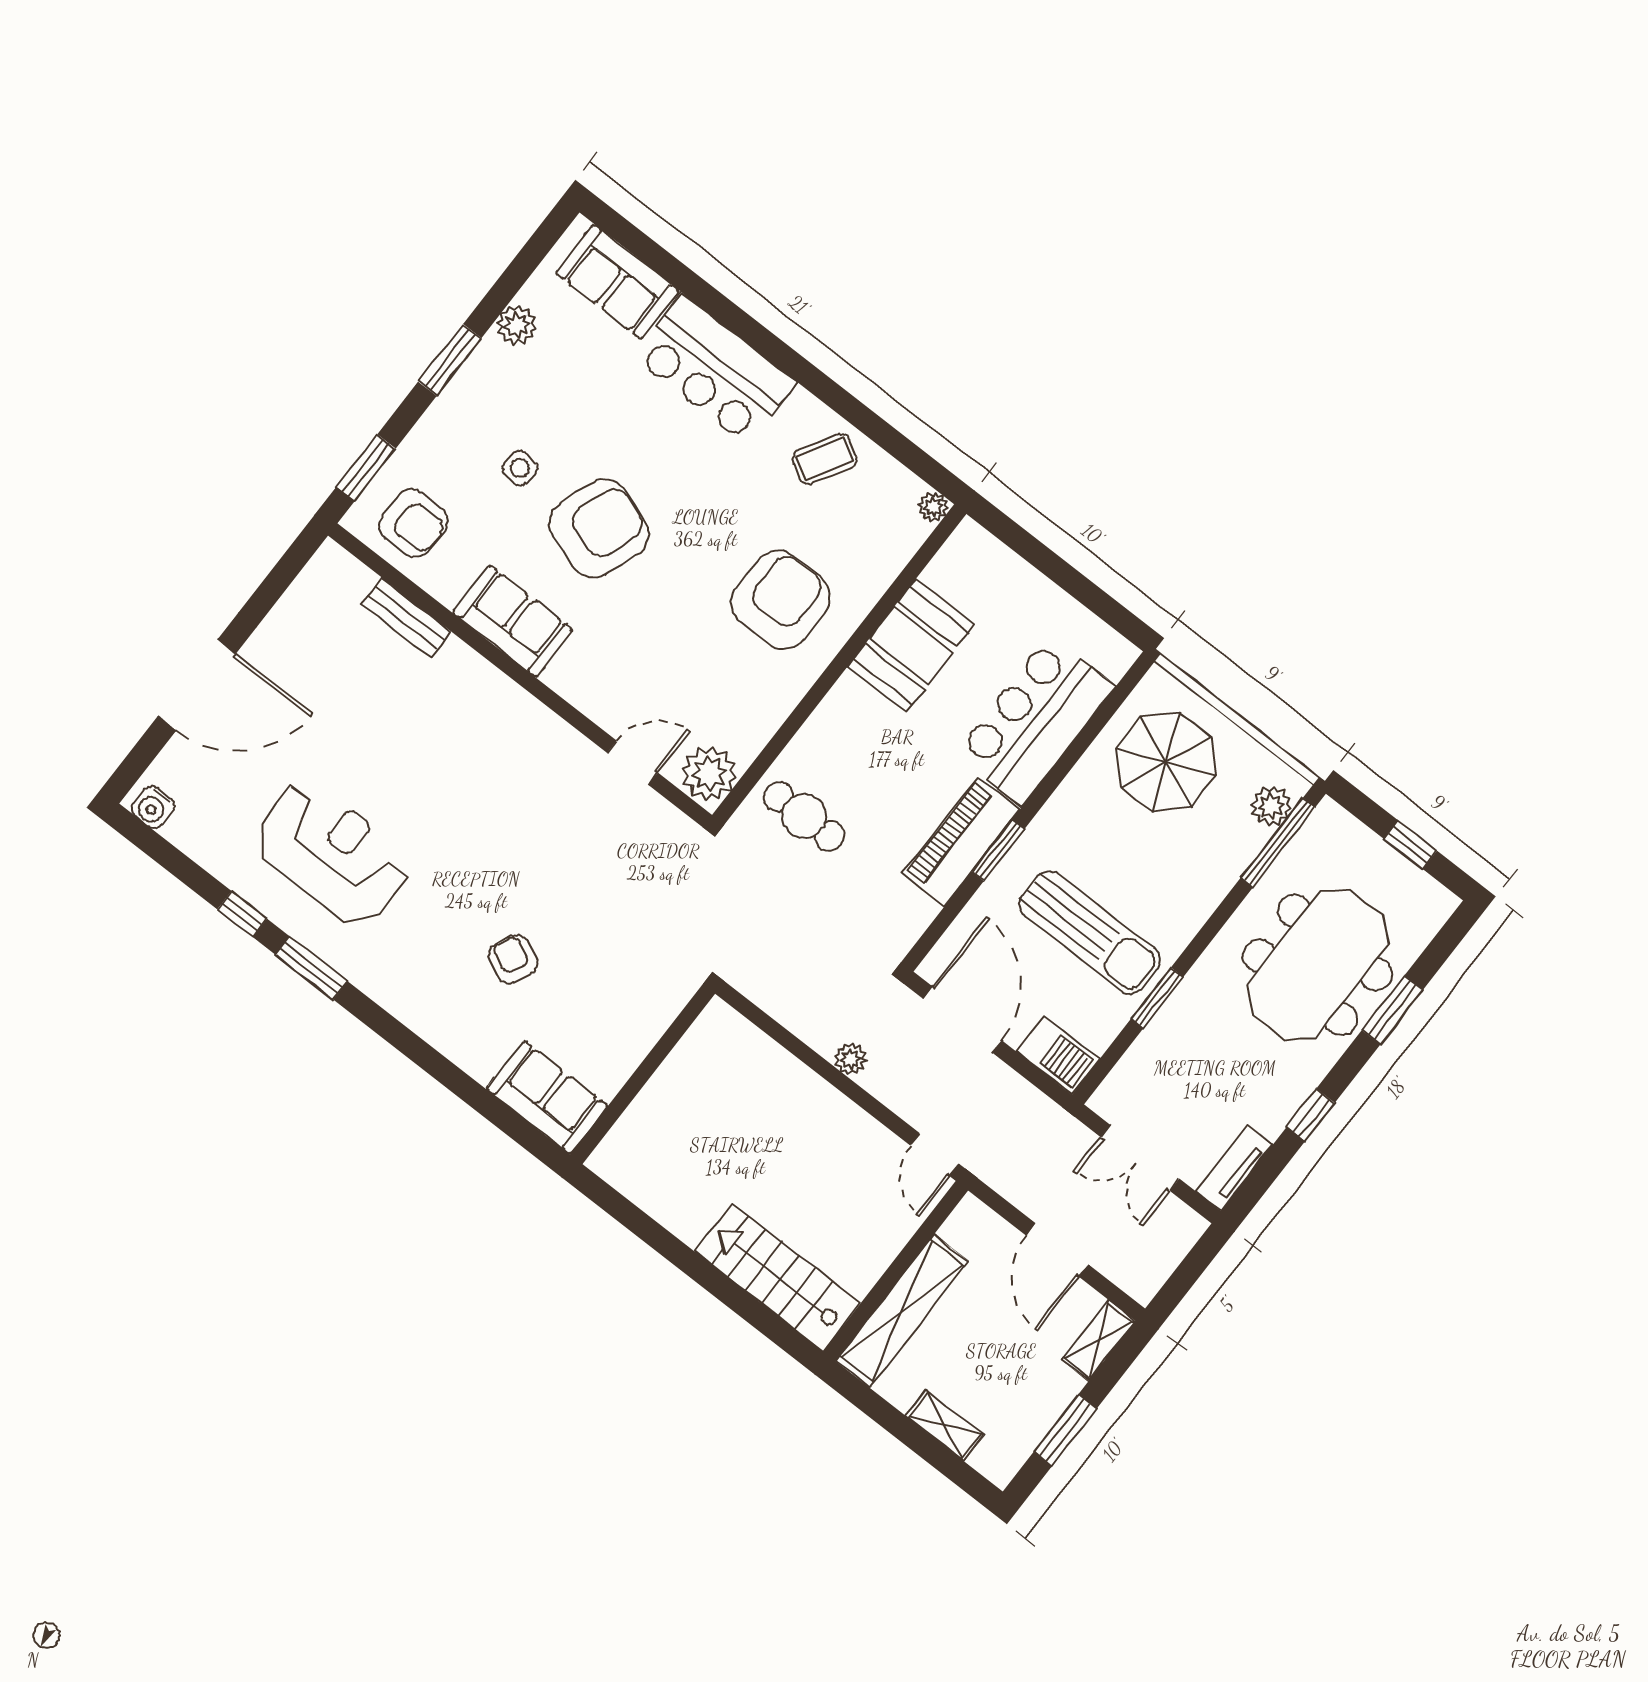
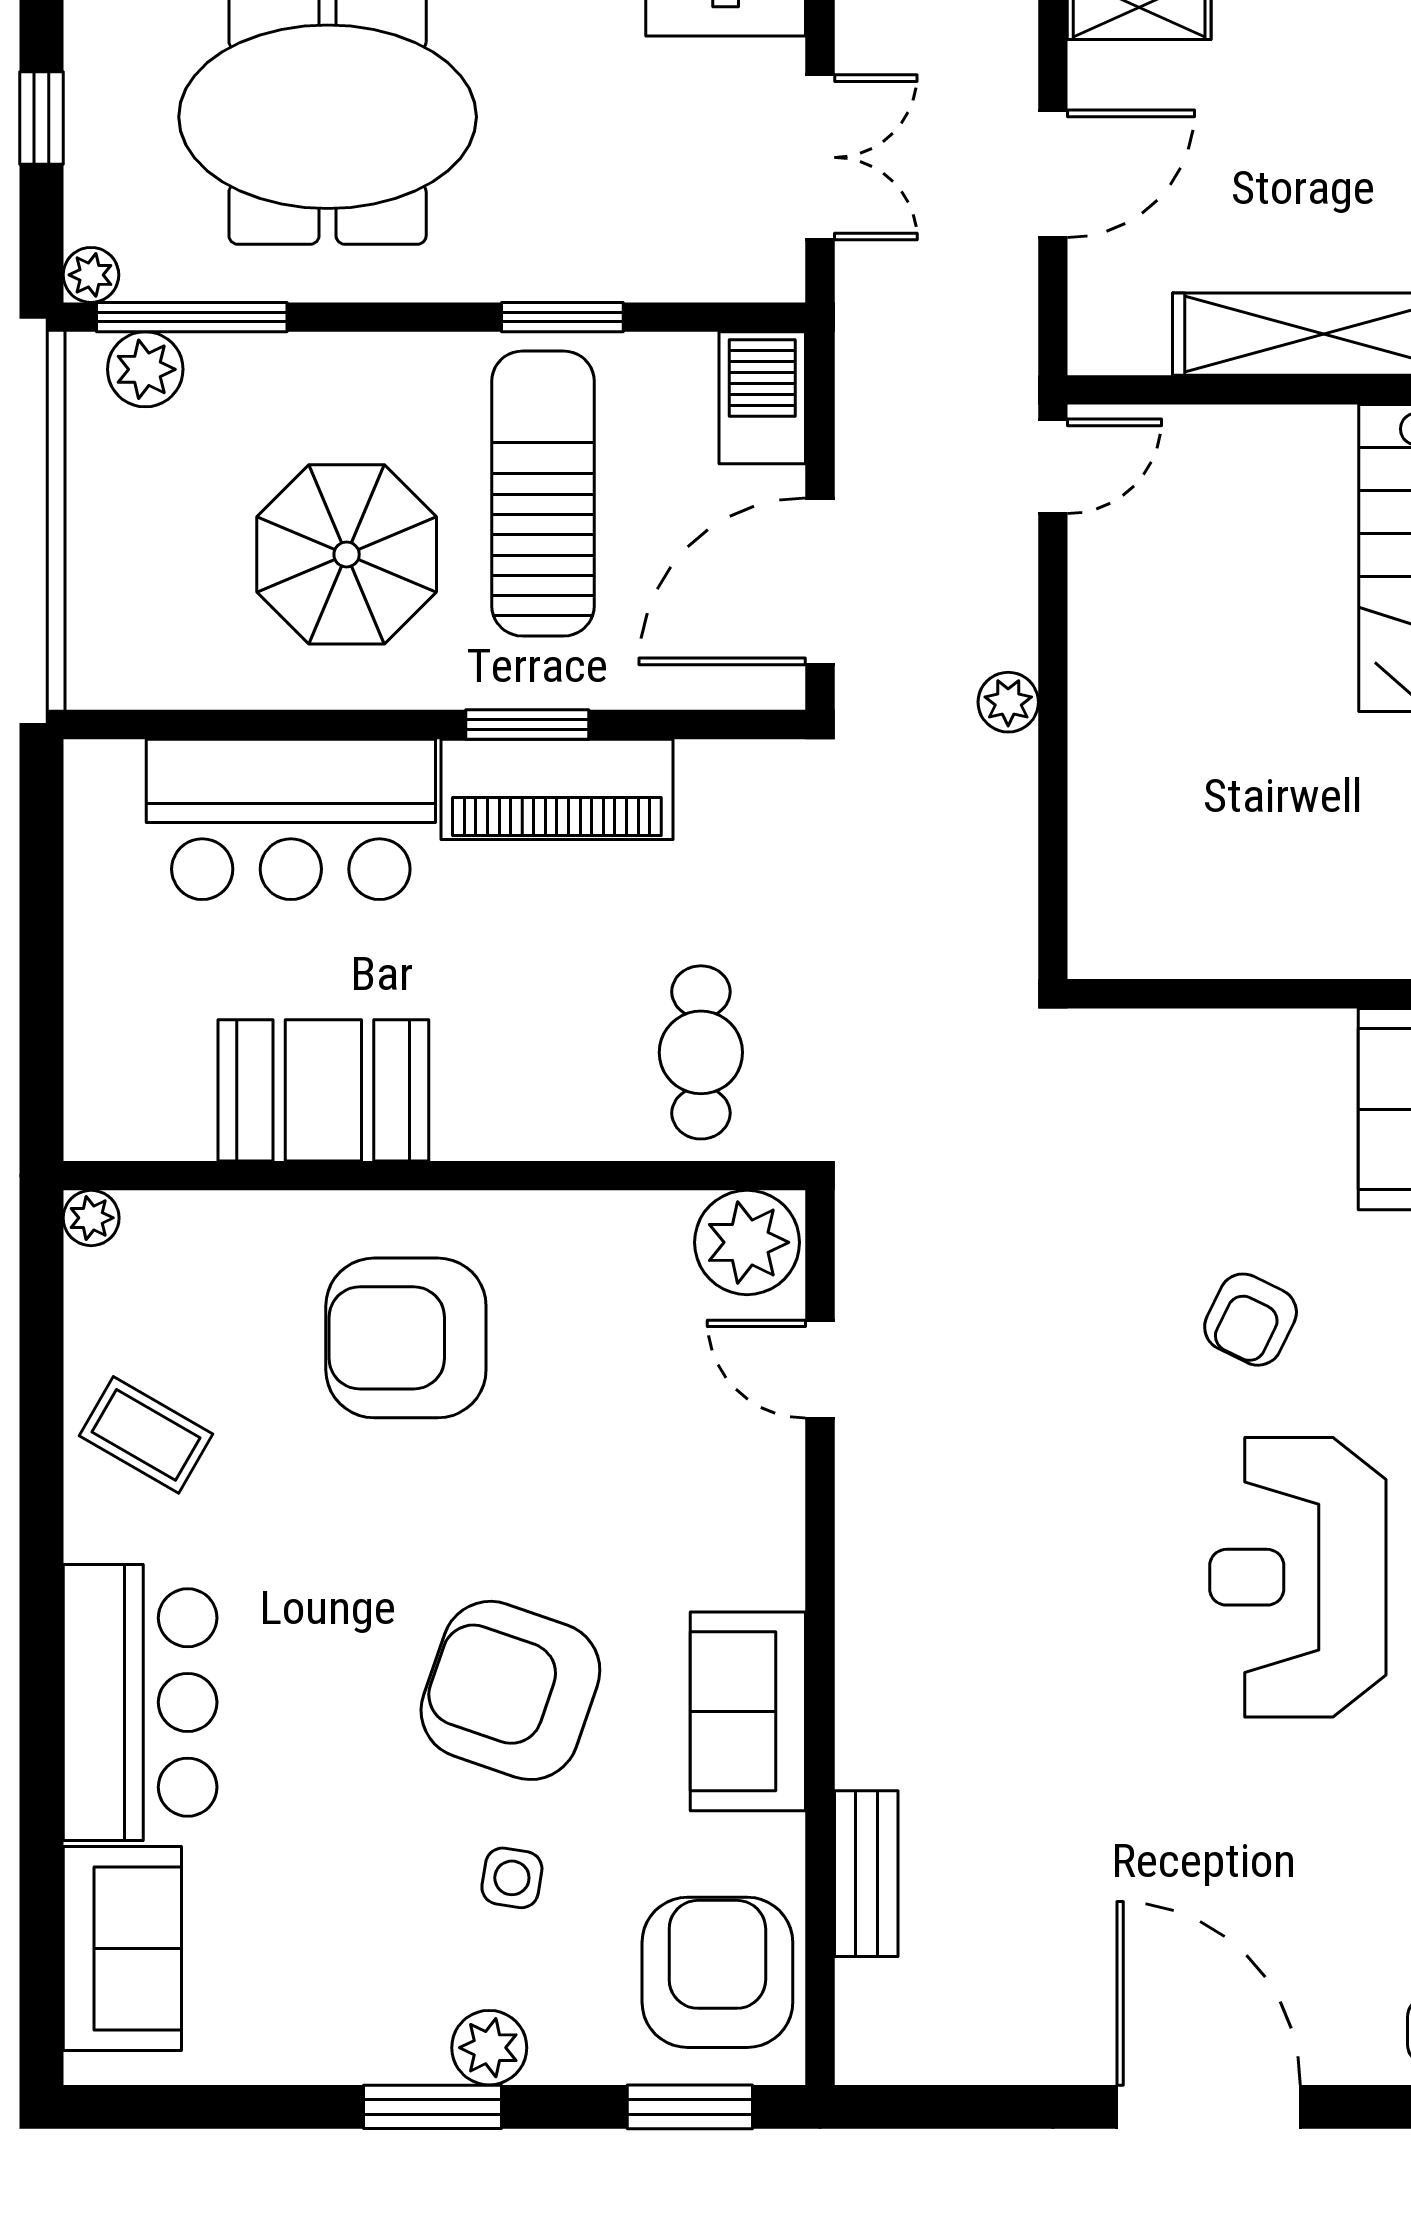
plant: (517, 325) -> (489, 2048), moved
armchair: (413, 523) -> (717, 1972), width x1.36, depth x1.36
parasol: (1166, 762) -> (347, 554), moved
plant: (1328, 814) -> (91, 275), added
reception desk: (332, 854) -> (1298, 1577), moved

